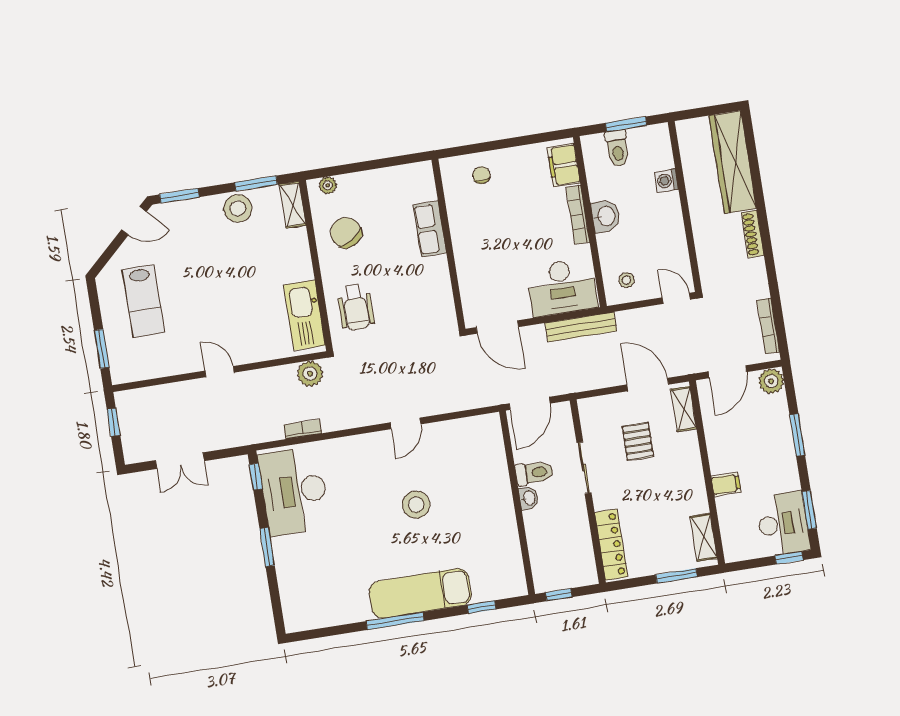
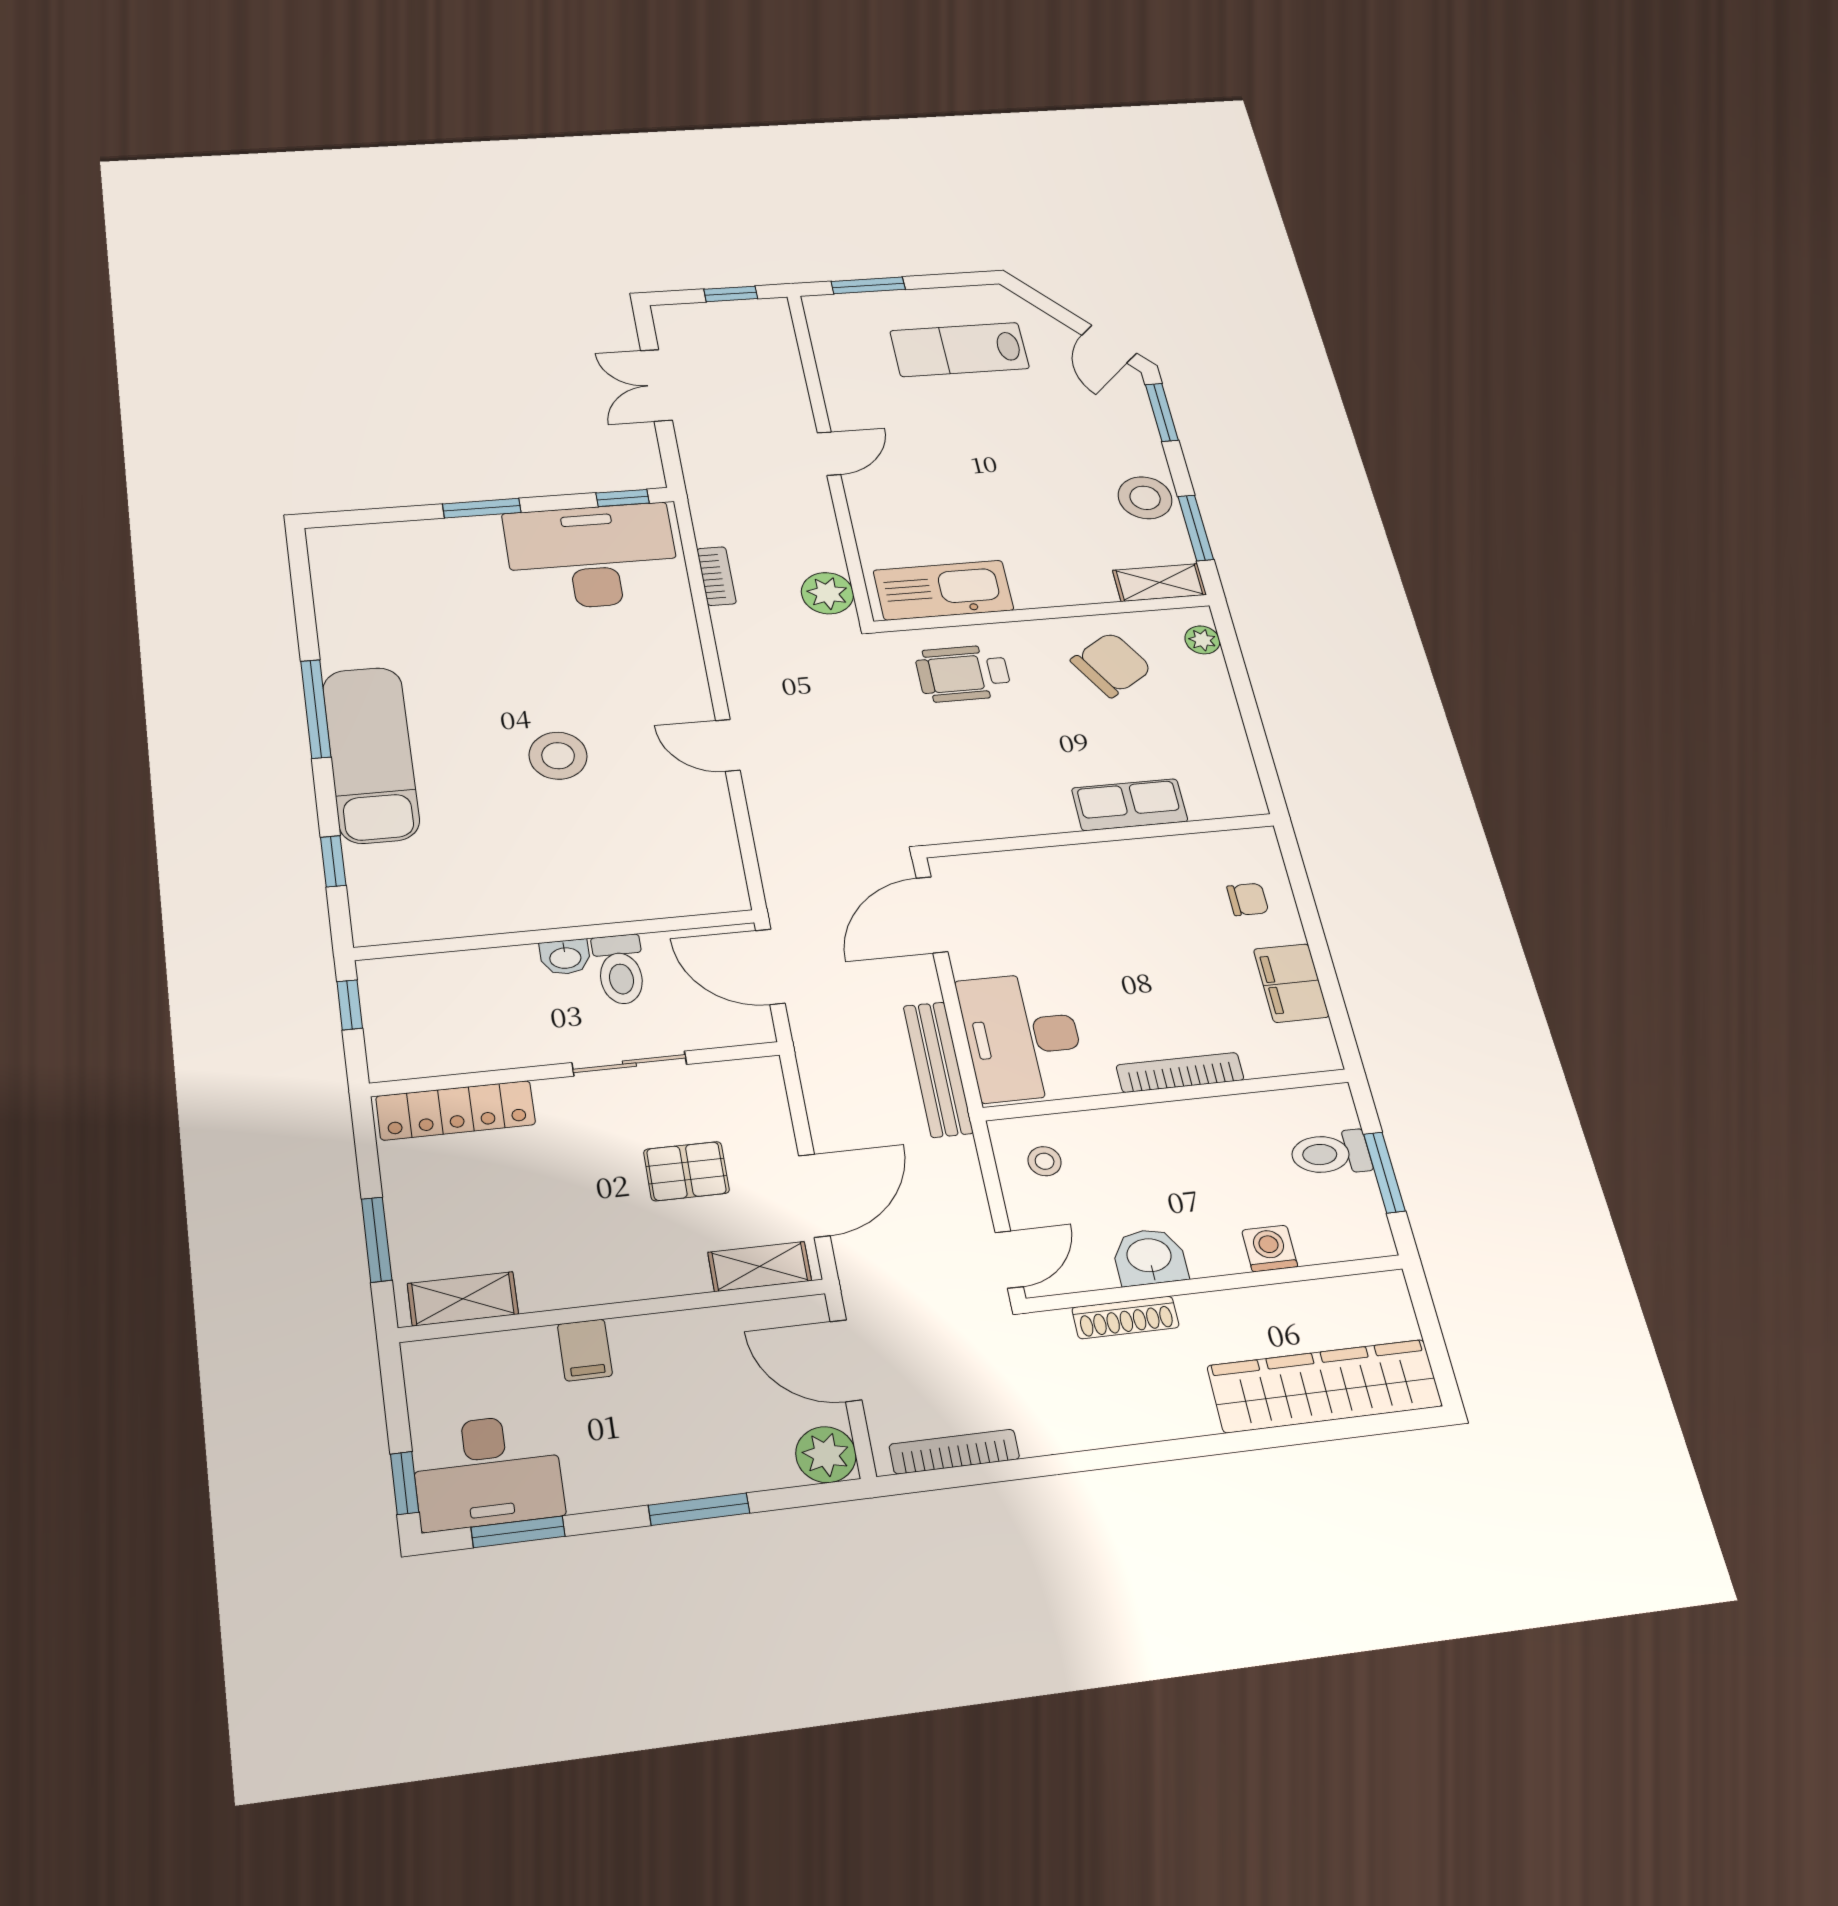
filing cabinet: (564, 165) -> (1291, 983), moved, turned -90
washbasin: (606, 216) -> (1149, 1257), moved, turned 180
shoe rack: (753, 234) -> (1125, 1317), moved, turned 180

